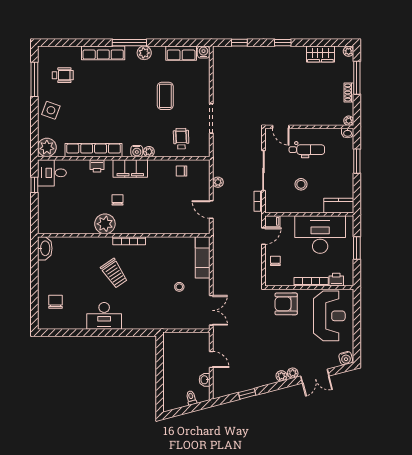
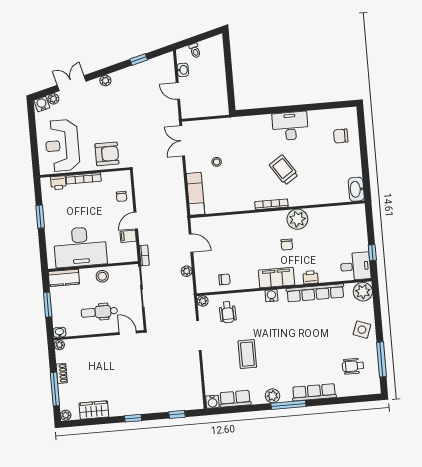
plant: (149, 152) -> (203, 301), moved
kitchen counter: (339, 206) -> (64, 278), moved
wall: (309, 214) -> (93, 266), moved
desk: (320, 235) -> (80, 247), moved
chair: (55, 302) -> (341, 136), turned 90
plant: (293, 373) -> (53, 99), moved

